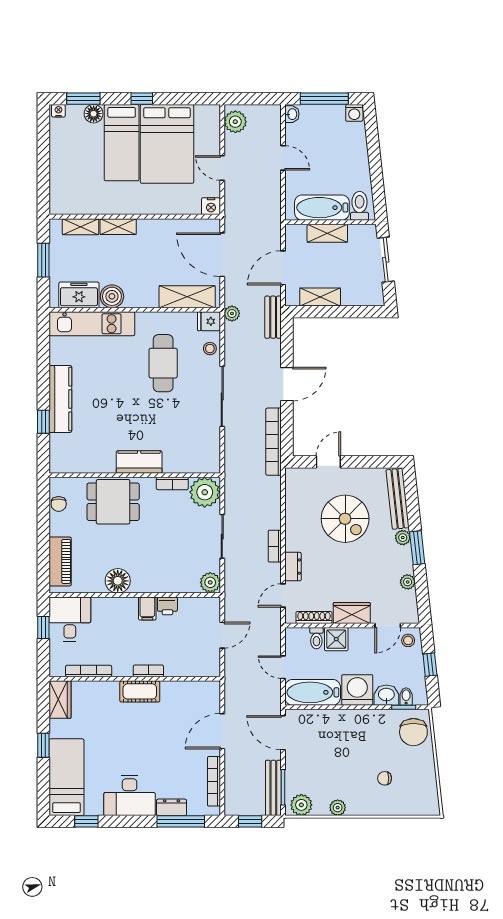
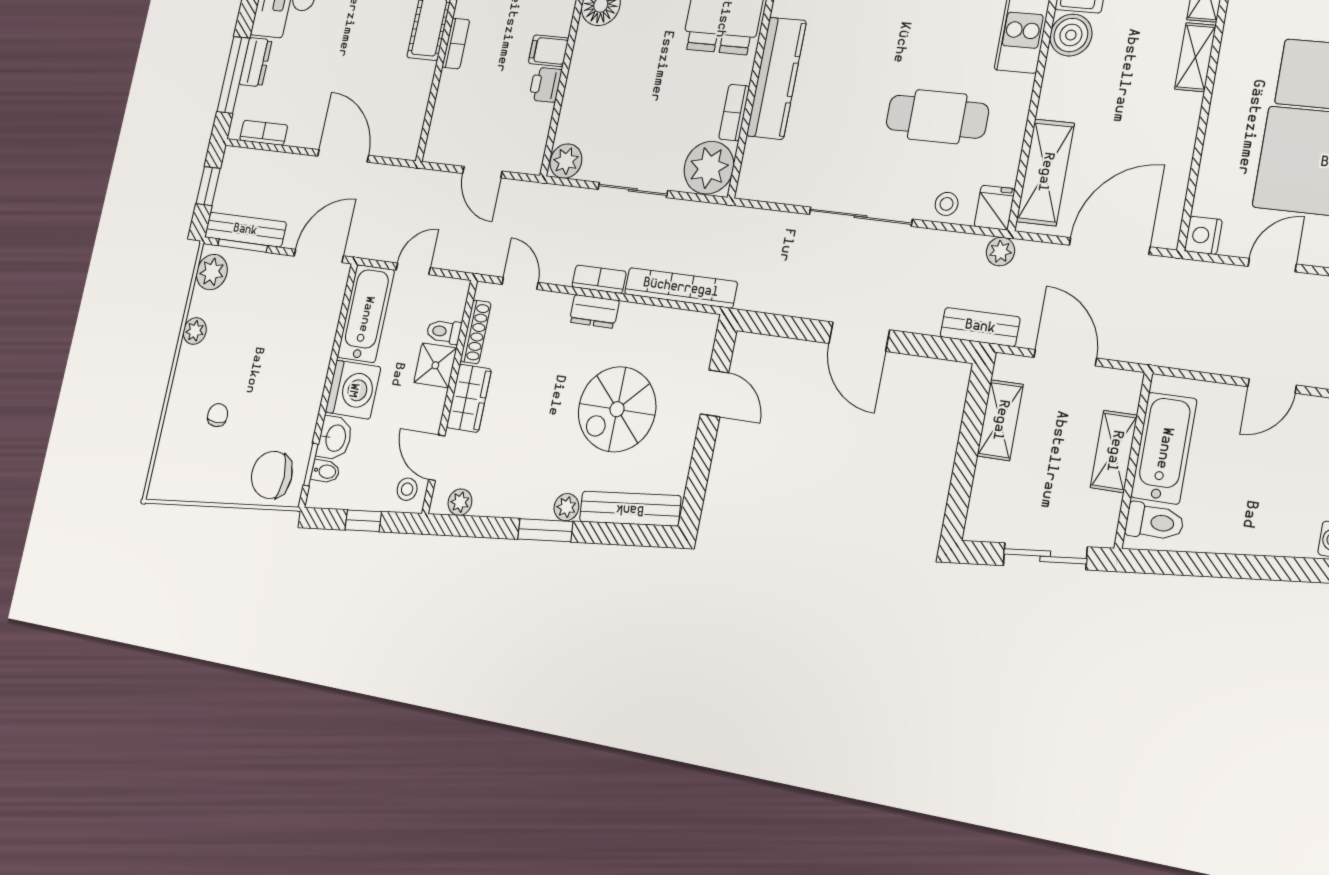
bookcase: (274, 442) -> (681, 288), moved
kitchen counter: (139, 462) -> (776, 78), width x1.50
dresser: (293, 567) -> (594, 311), moved
plant: (408, 582) -> (460, 502), moved
bookcase: (214, 781) -> (264, 133), width x0.64

